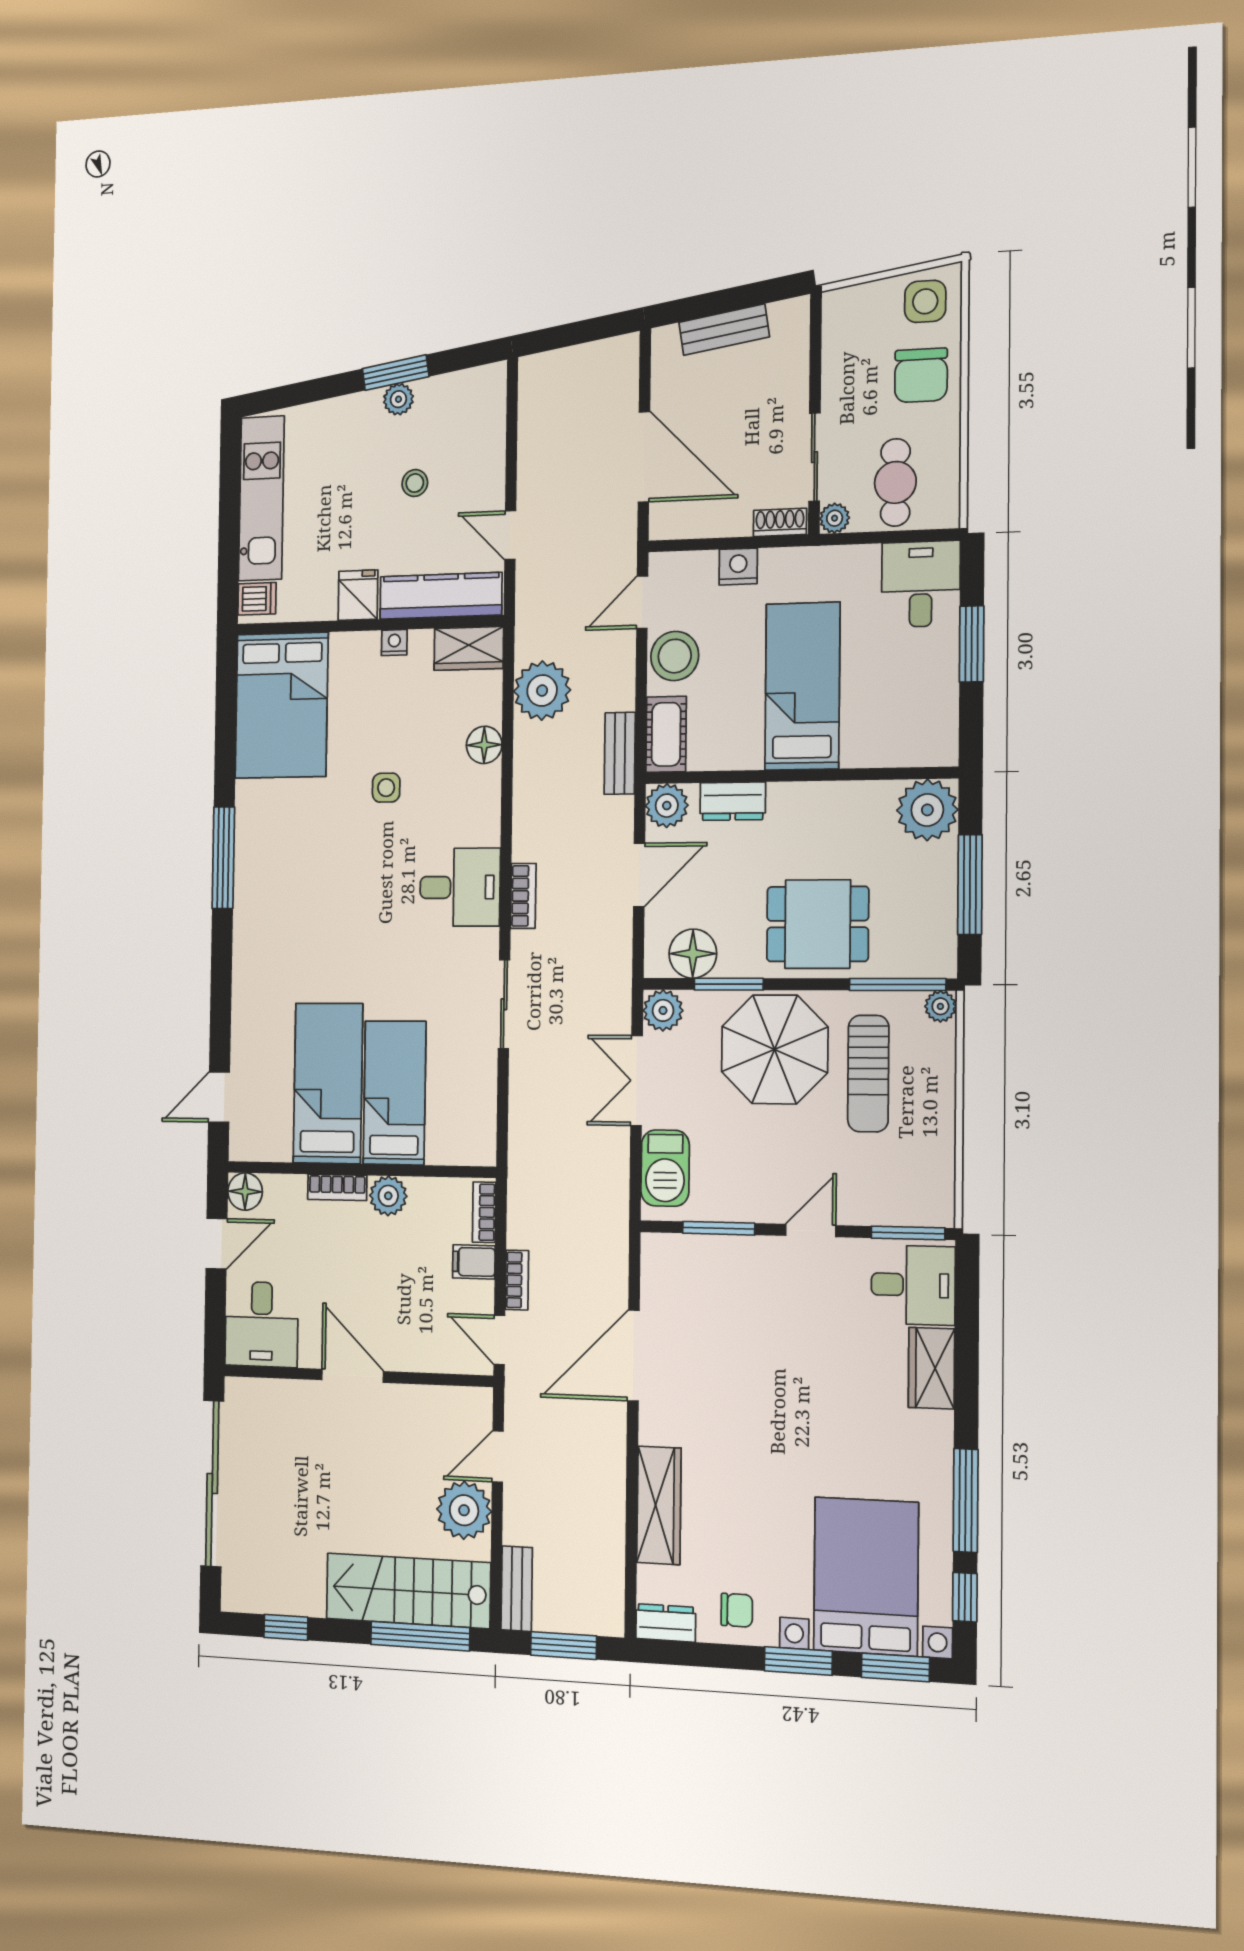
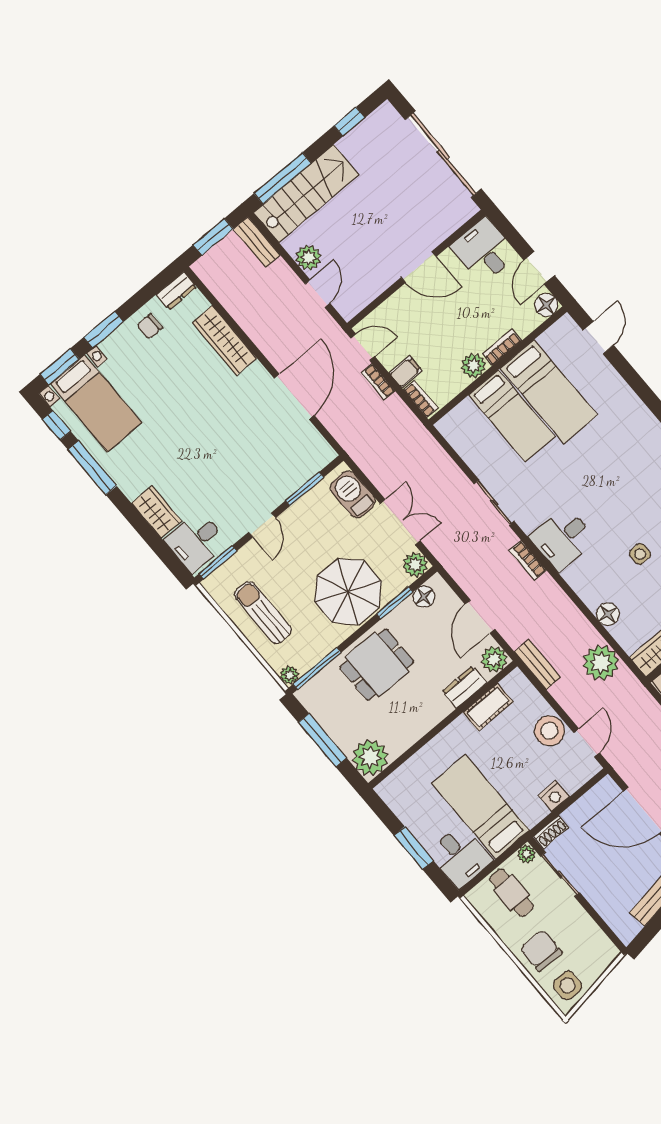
bed: (802, 686) -> (481, 807), moved, turned 180
cot: (666, 734) -> (488, 707), moved, turned 90
floor lamp: (693, 954) -> (424, 597), width x0.73, depth x0.73
sun lounger: (868, 1074) -> (263, 613), moved
plant: (464, 1510) -> (308, 258), width x0.73, depth x0.73
bed with nightstands: (866, 1576) -> (96, 403), width x0.73

